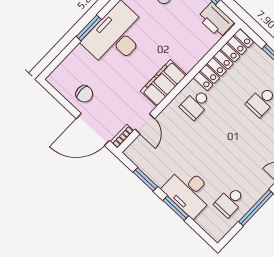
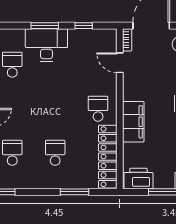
filing cabinet: (164, 83) -> (133, 122), moved
window: (145, 179) -> (84, 26), width x0.67

